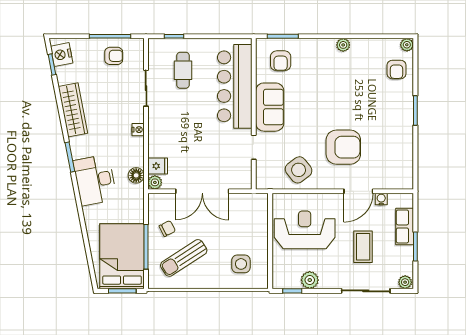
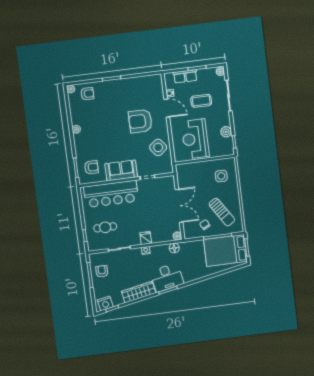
armchair: (343, 147) -> (140, 121), turned -90
fridge: (158, 166) -> (146, 238), moved
desk: (95, 180) -> (167, 277), moved

